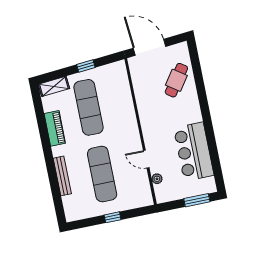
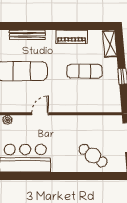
exercise mat: (89, 107) -> (85, 71), width x0.73, depth x0.69
door: (146, 159) -> (40, 114), moved

